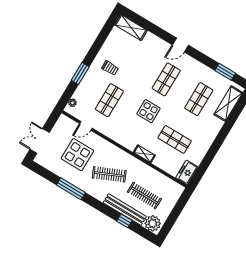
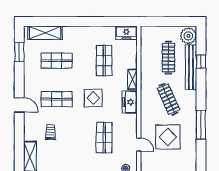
trolley: (110, 68) -> (51, 132), moved
shop shelf: (109, 100) -> (104, 138), turned 90
freezer: (127, 140) -> (130, 102), added

